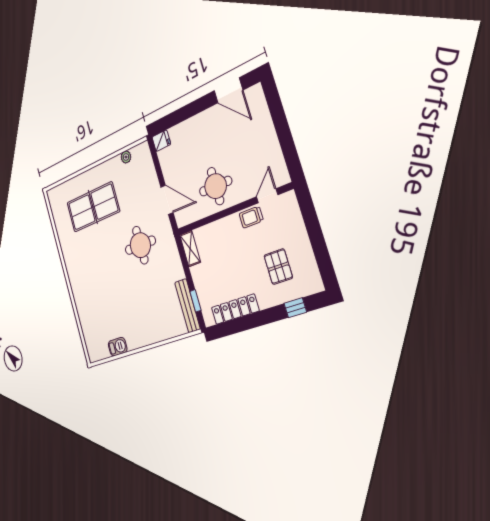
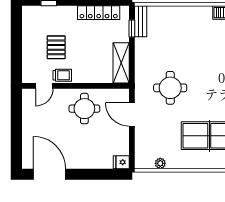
door: (228, 90) -> (50, 174), width x1.36
shelving: (190, 249) -> (121, 63), width x1.50, depth x1.33
pallet: (278, 267) -> (56, 47), moved
bench: (187, 306) -> (141, 21), width x0.73

